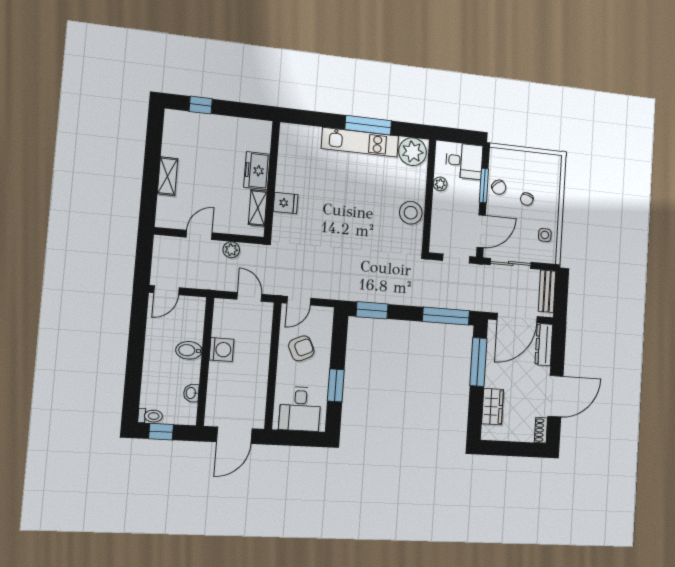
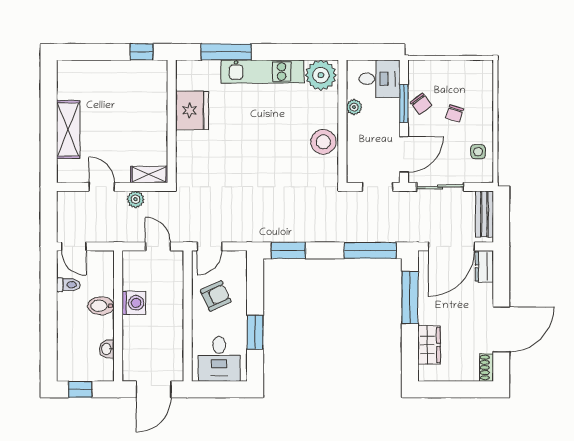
window: (201, 105) -> (142, 52), moved
window: (368, 125) -> (226, 52), moved
freezer: (257, 171) -> (155, 114), removed
shelving: (168, 176) -> (68, 129), width x1.50, depth x1.33
fridge: (286, 203) -> (192, 110), moved, width x1.88, depth x1.34
shelving: (258, 208) -> (149, 175), moved, turned 90
door: (199, 235) -> (102, 187), hinge flipped
door: (166, 290) -> (74, 246), hinge flipped
dresser: (544, 345) -> (484, 266), width x0.70
toilet: (150, 416) -> (68, 285), moved

